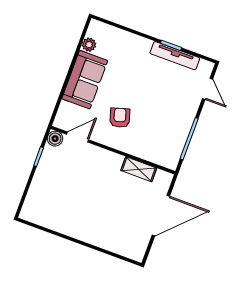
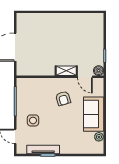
side table: (174, 102) -> (33, 120), added
door: (78, 137) -> (85, 77), hinge flipped
shelving: (139, 169) -> (66, 71), moved

